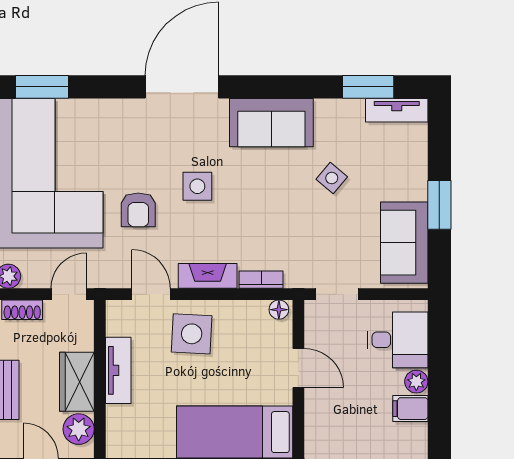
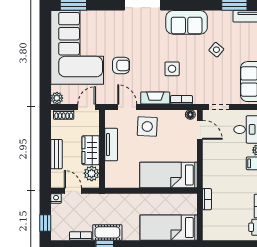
side table: (197, 186) -> (172, 69), moved
armchair: (138, 210) -> (121, 65), turned -90
door: (298, 368) -> (200, 130), moved

